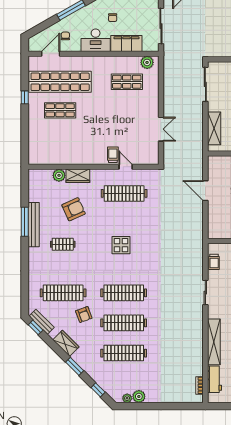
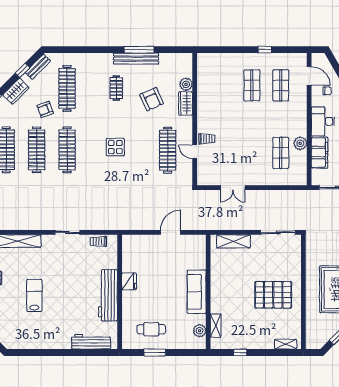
plant: (147, 62) -> (300, 143), moved
shop shelf: (60, 82) -> (281, 85), width x0.50, depth x0.74
door: (126, 167) -> (195, 152), swing flipped
window: (36, 327) -> (22, 70), moved

